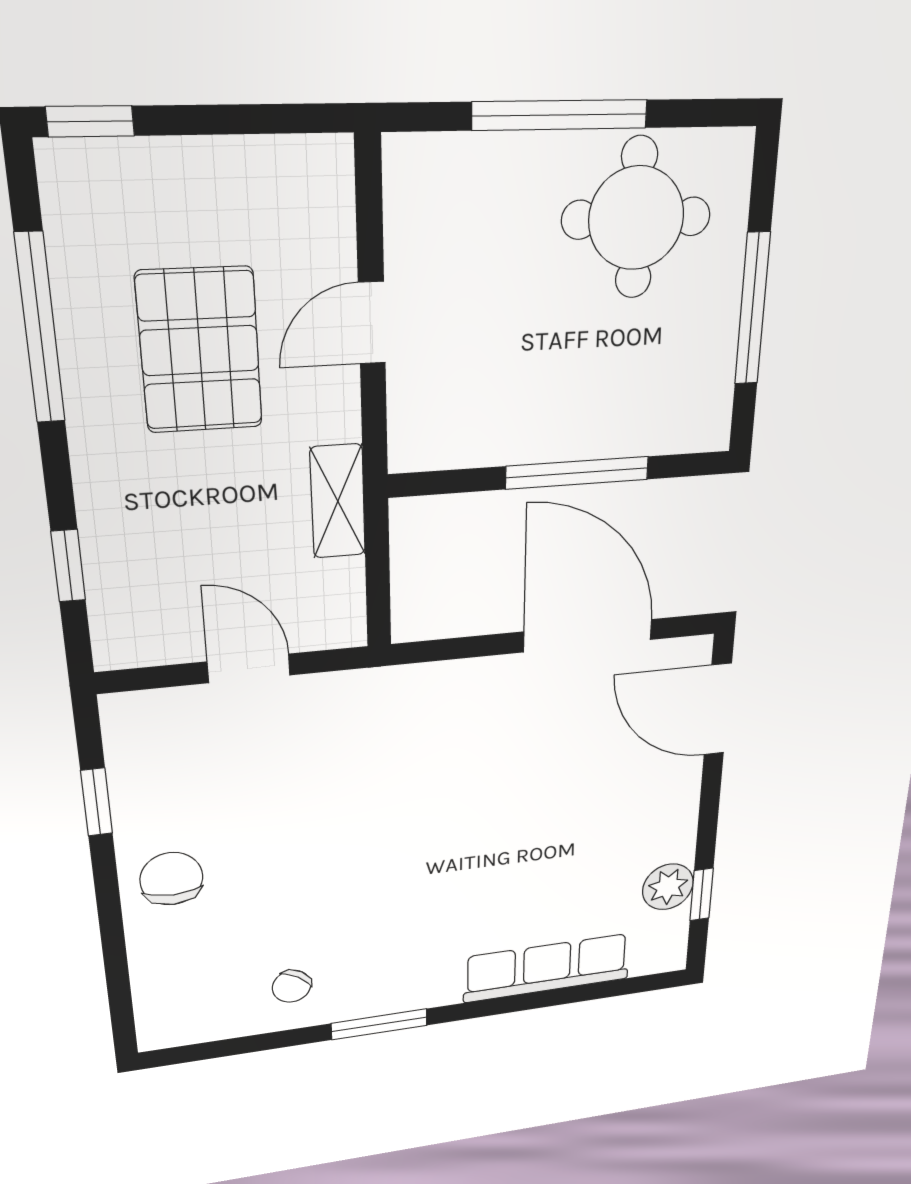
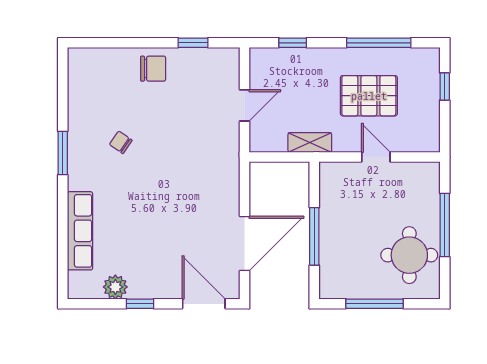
window: (90, 121) -> (445, 87), moved
door: (718, 709) -> (204, 304), hinge flipped
window: (702, 894) -> (140, 304), moved
chair: (292, 986) -> (121, 142), moved

